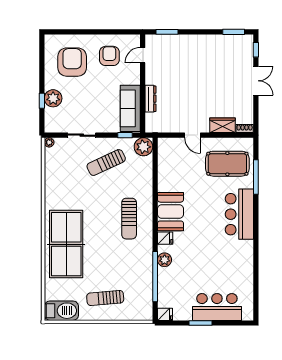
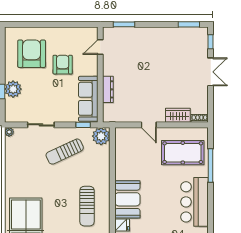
armchair: (109, 56) -> (63, 65), moved

